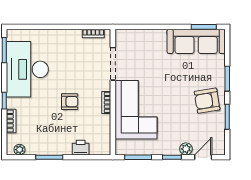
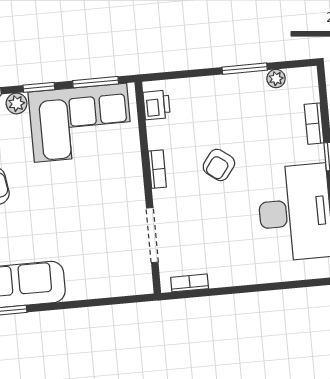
armchair: (70, 102) -> (219, 165), turned -53
corner sofa: (136, 110) -> (80, 123), moved, turned -90
printer: (81, 148) -> (157, 105), moved, turned -90
plant: (20, 150) -> (276, 79), moved

